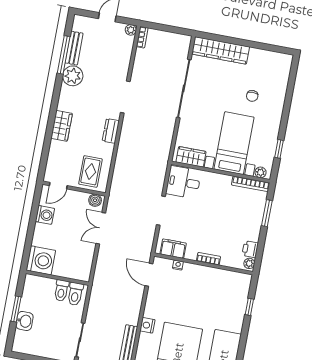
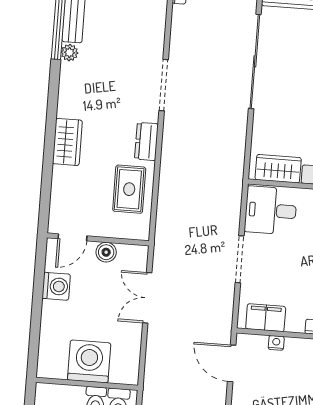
plant: (73, 76) -> (70, 53), width x0.53, depth x0.53
rug: (90, 171) -> (129, 189), moved
boiler: (95, 200) -> (106, 252), moved
washing machine: (41, 260) -> (89, 362), moved, turned -90

